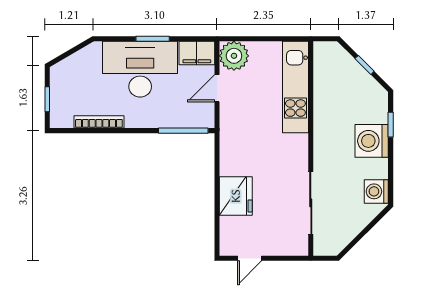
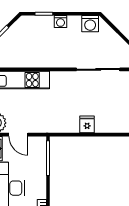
washing machine: (372, 141) -> (60, 22), width x0.53, depth x0.53
fridge: (236, 196) -> (87, 124), width x0.53, depth x0.75

